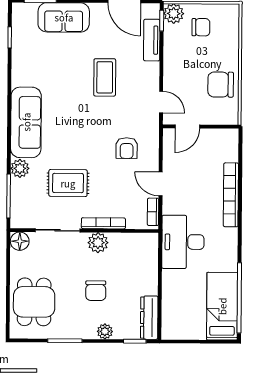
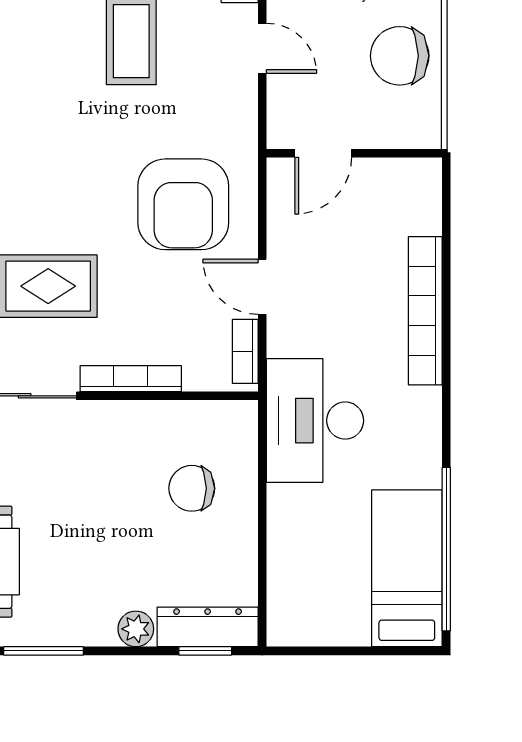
door: (161, 102) -> (262, 48), moved
armchair: (127, 148) -> (183, 204), width x1.88, depth x1.88
plant: (98, 243) -> (119, 424), removed
chair: (96, 291) -> (192, 488), moved, turned 90
dresser: (149, 318) -> (208, 627), moved, turned 90

